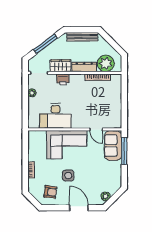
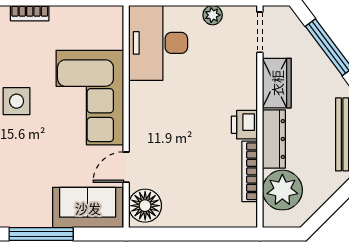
printer: (63, 79) -> (244, 125), moved
desk: (55, 116) -> (158, 43), moved
floor lamp: (112, 121) -> (145, 206), added
window: (124, 151) -> (41, 234), moved

